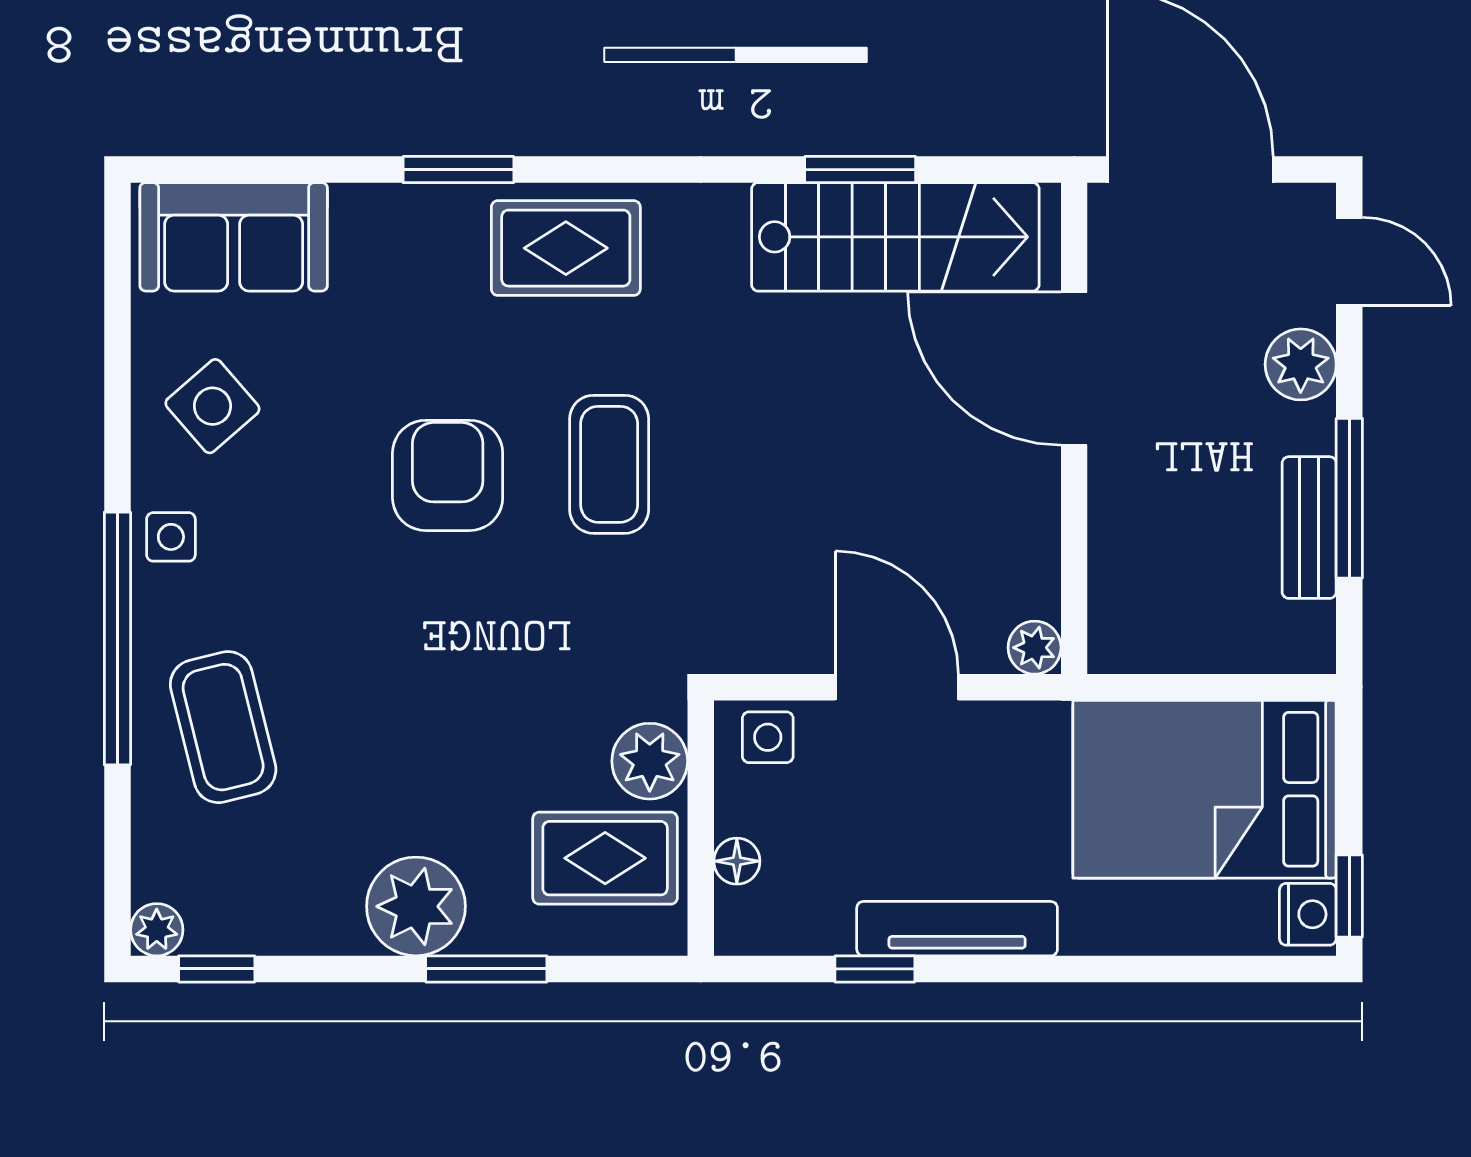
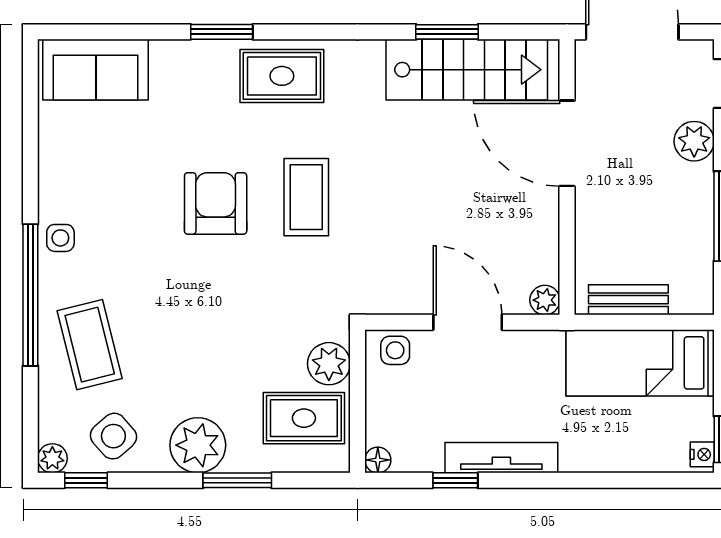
side table: (212, 406) -> (113, 436), moved
bench: (1309, 528) -> (628, 300), moved, turned 90
bed: (1204, 789) -> (640, 363), width x0.67
floor lamp: (737, 861) -> (378, 460), moved
nightstand: (1308, 914) -> (702, 454), width x0.72, depth x0.74

